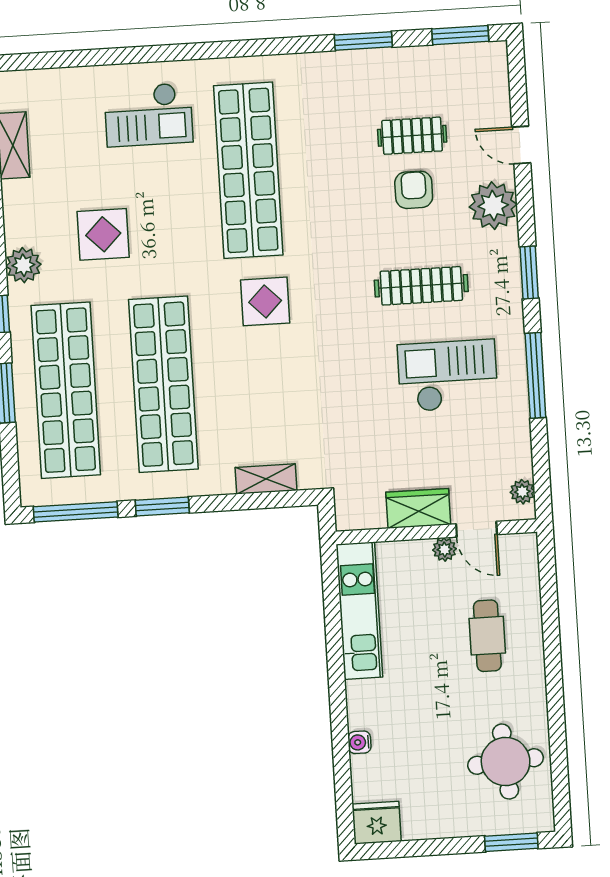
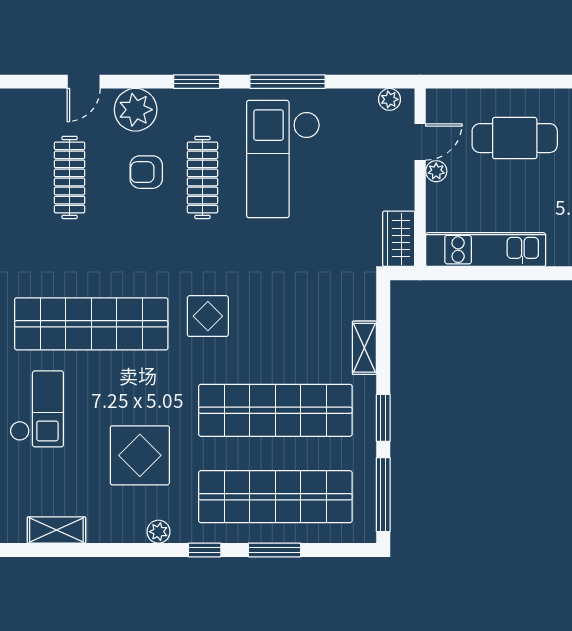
clothes rail: (412, 136) -> (70, 177), width x1.36
armchair: (414, 190) -> (146, 172), moved
display table: (103, 234) -> (140, 455), width x1.36, depth x1.36
plant: (23, 265) -> (158, 532), width x0.73, depth x0.73
checkout: (448, 376) -> (283, 159), width x1.36, depth x1.21
shelving: (266, 479) -> (364, 348), moved
wardrobe: (418, 508) -> (399, 239), moved
cafe table: (487, 636) -> (515, 138), width x1.37, depth x1.35

